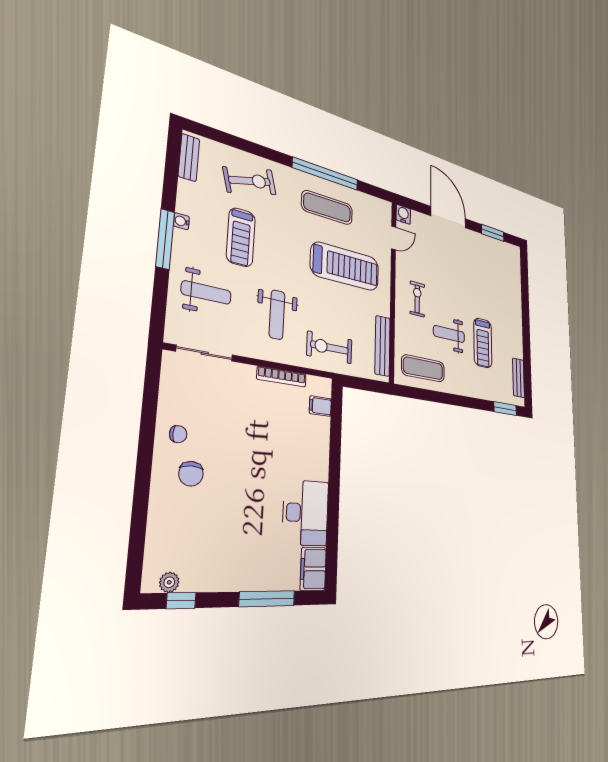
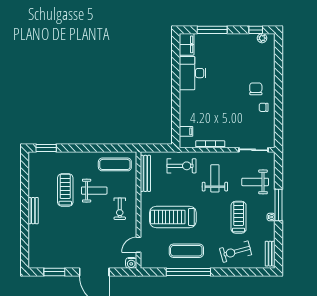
bench: (519, 378) -> (33, 211), moved

